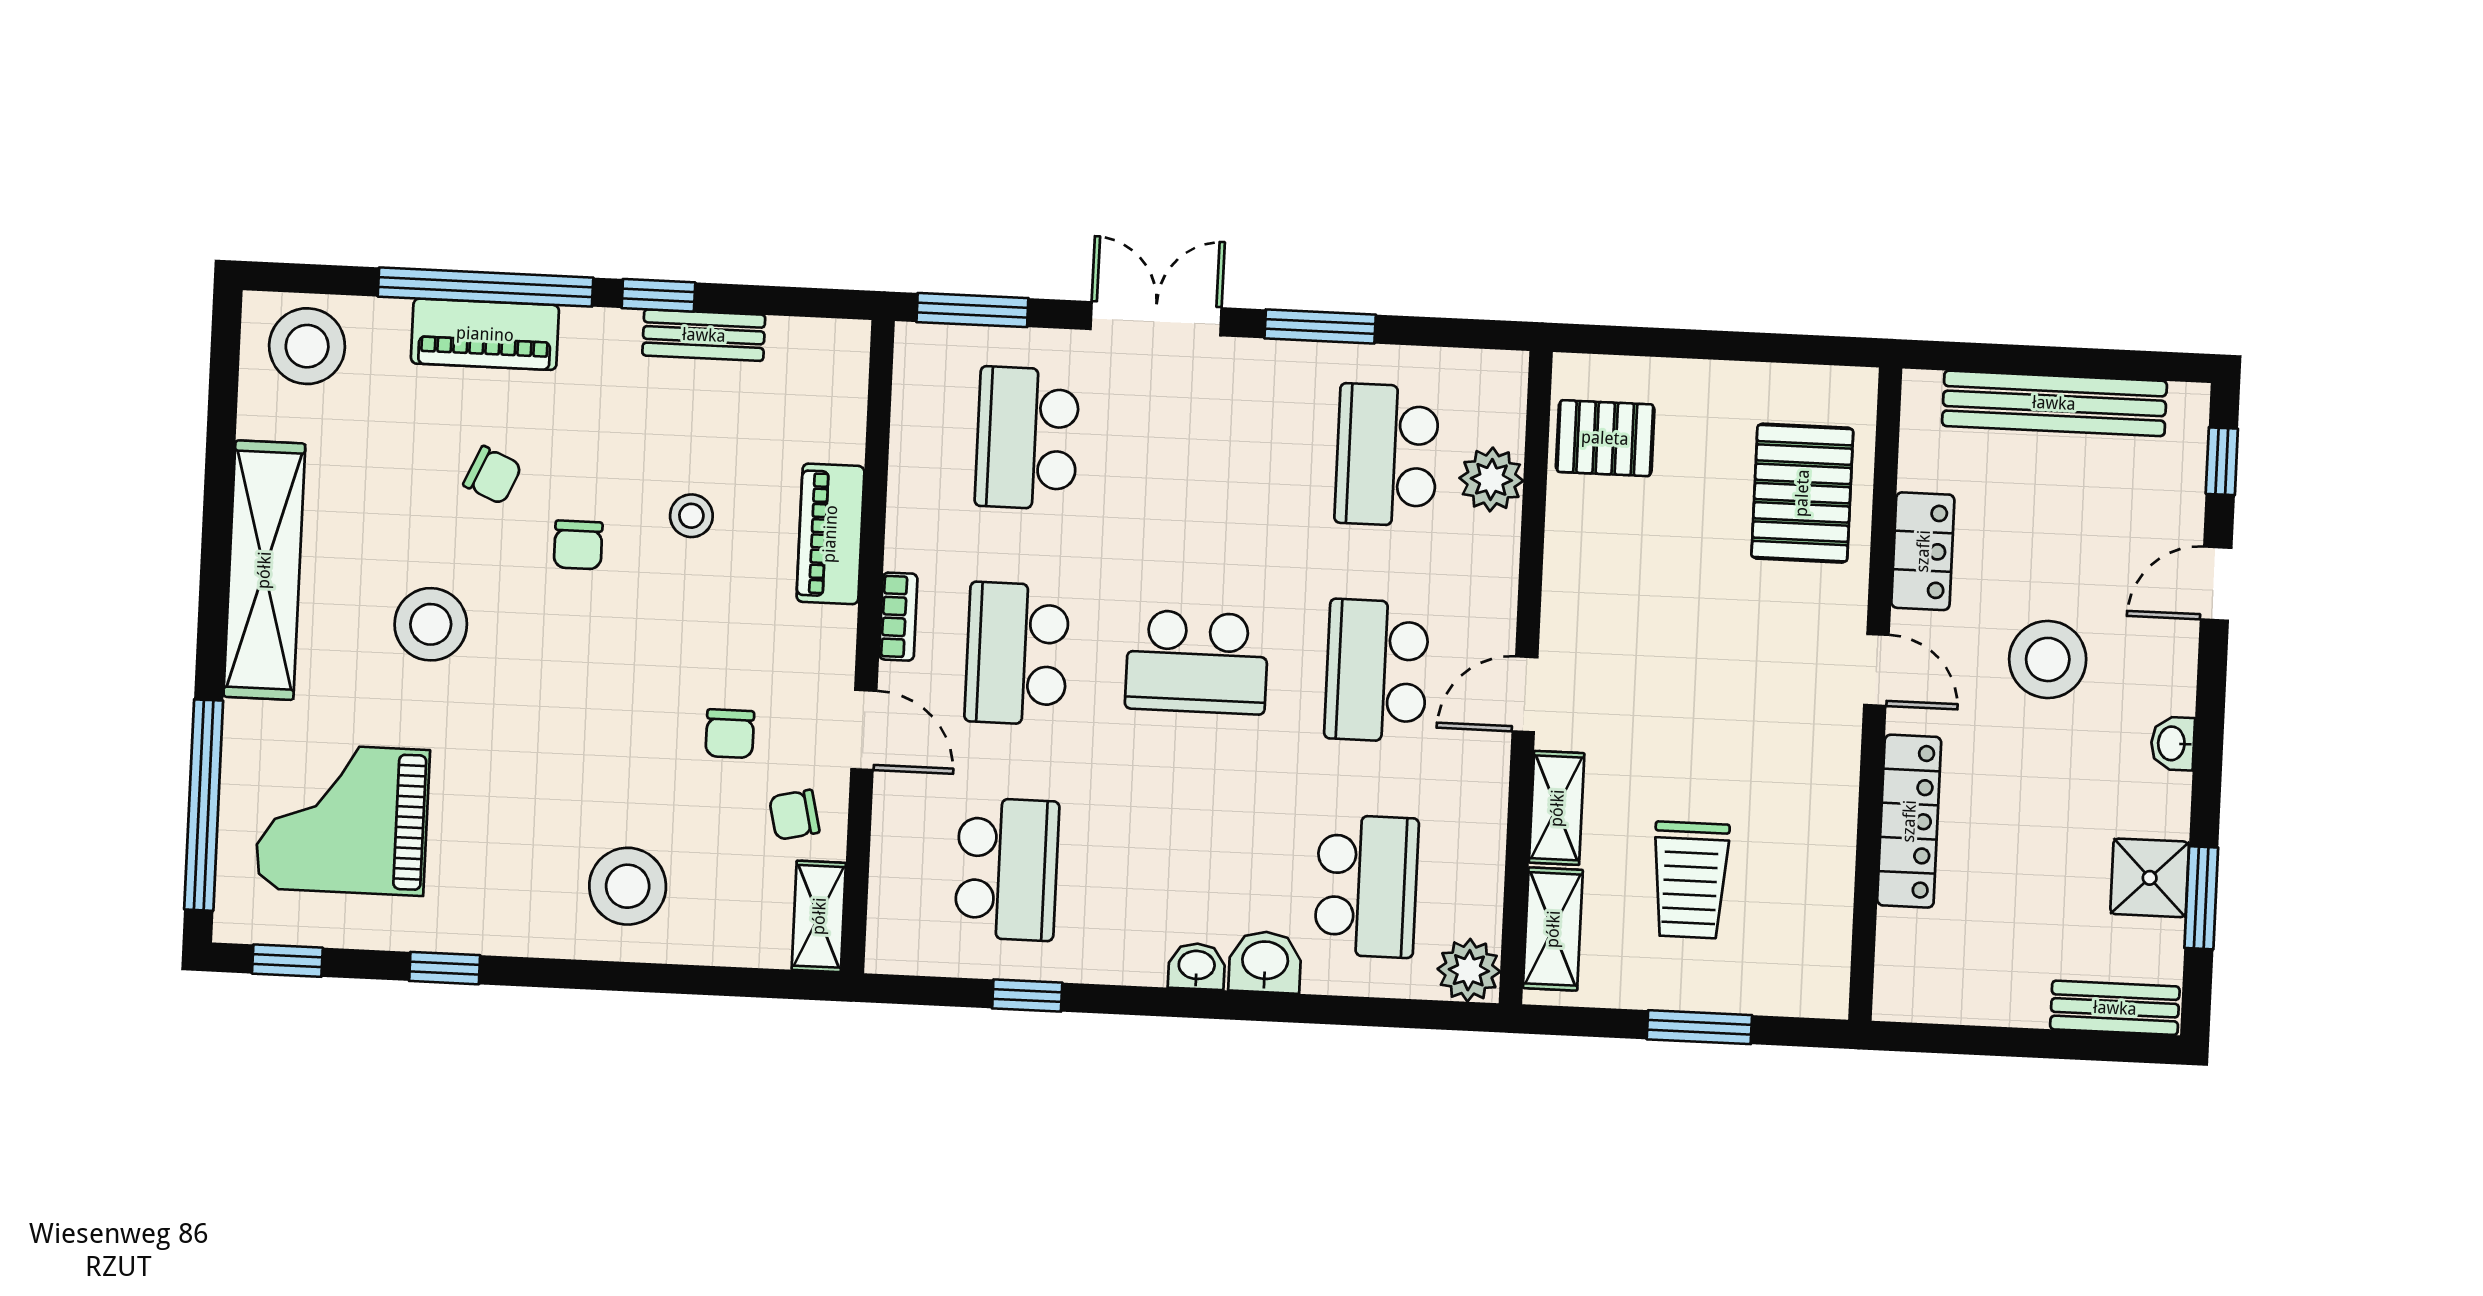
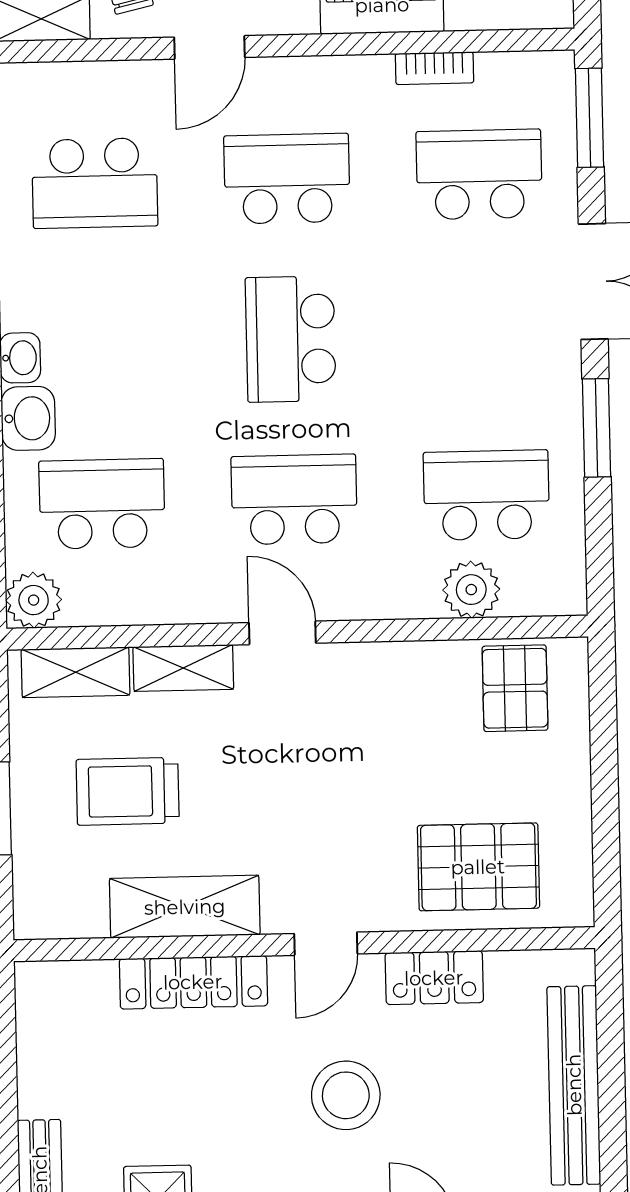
bookcase: (898, 617) -> (434, 68), moved
shelving: (1824, 825) -> (185, 907), added
school desk: (1366, 886) -> (102, 504), turned 180

